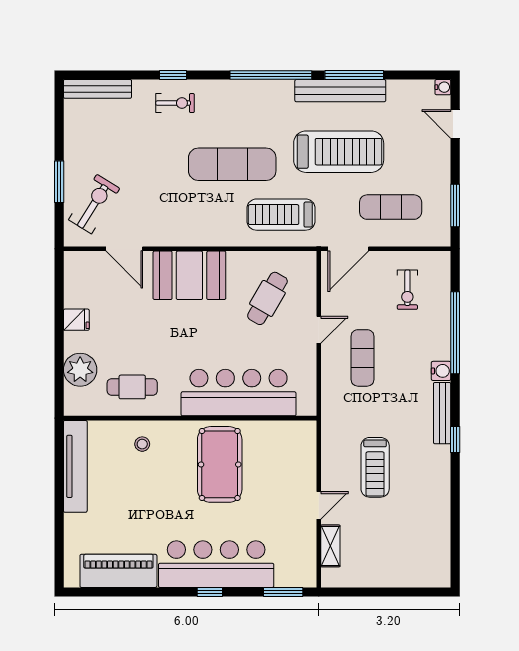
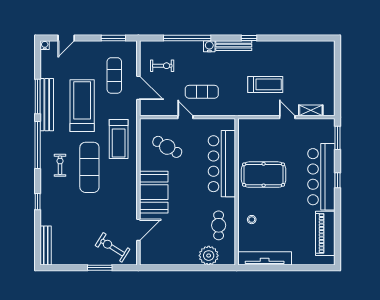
exercise bike: (175, 103) -> (60, 165), moved
door: (348, 249) -> (138, 88), moved
fridge: (76, 320) -> (180, 258), removed

